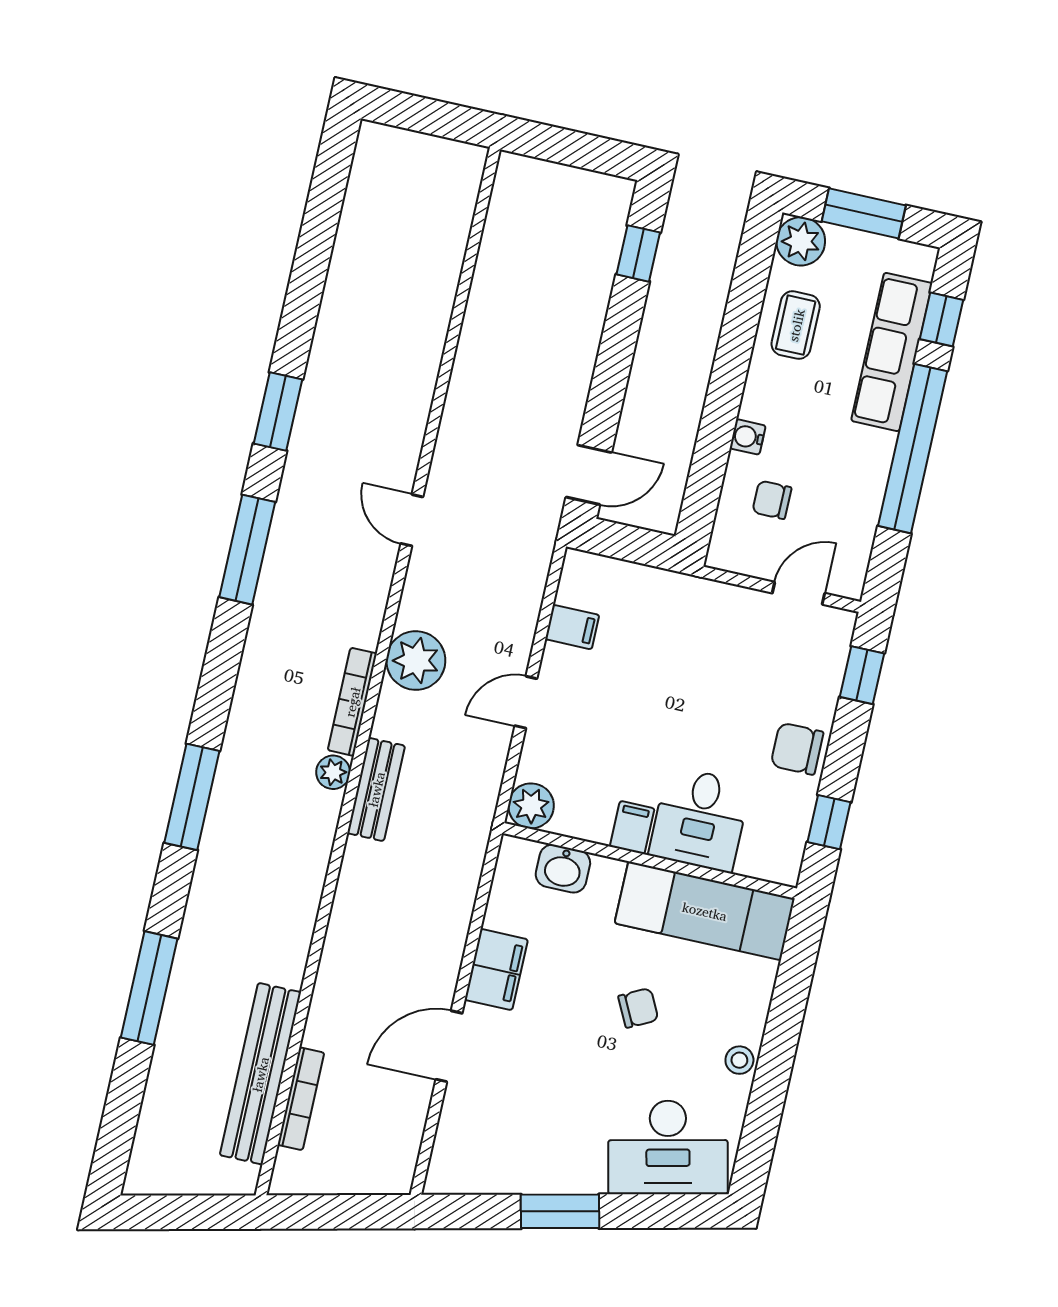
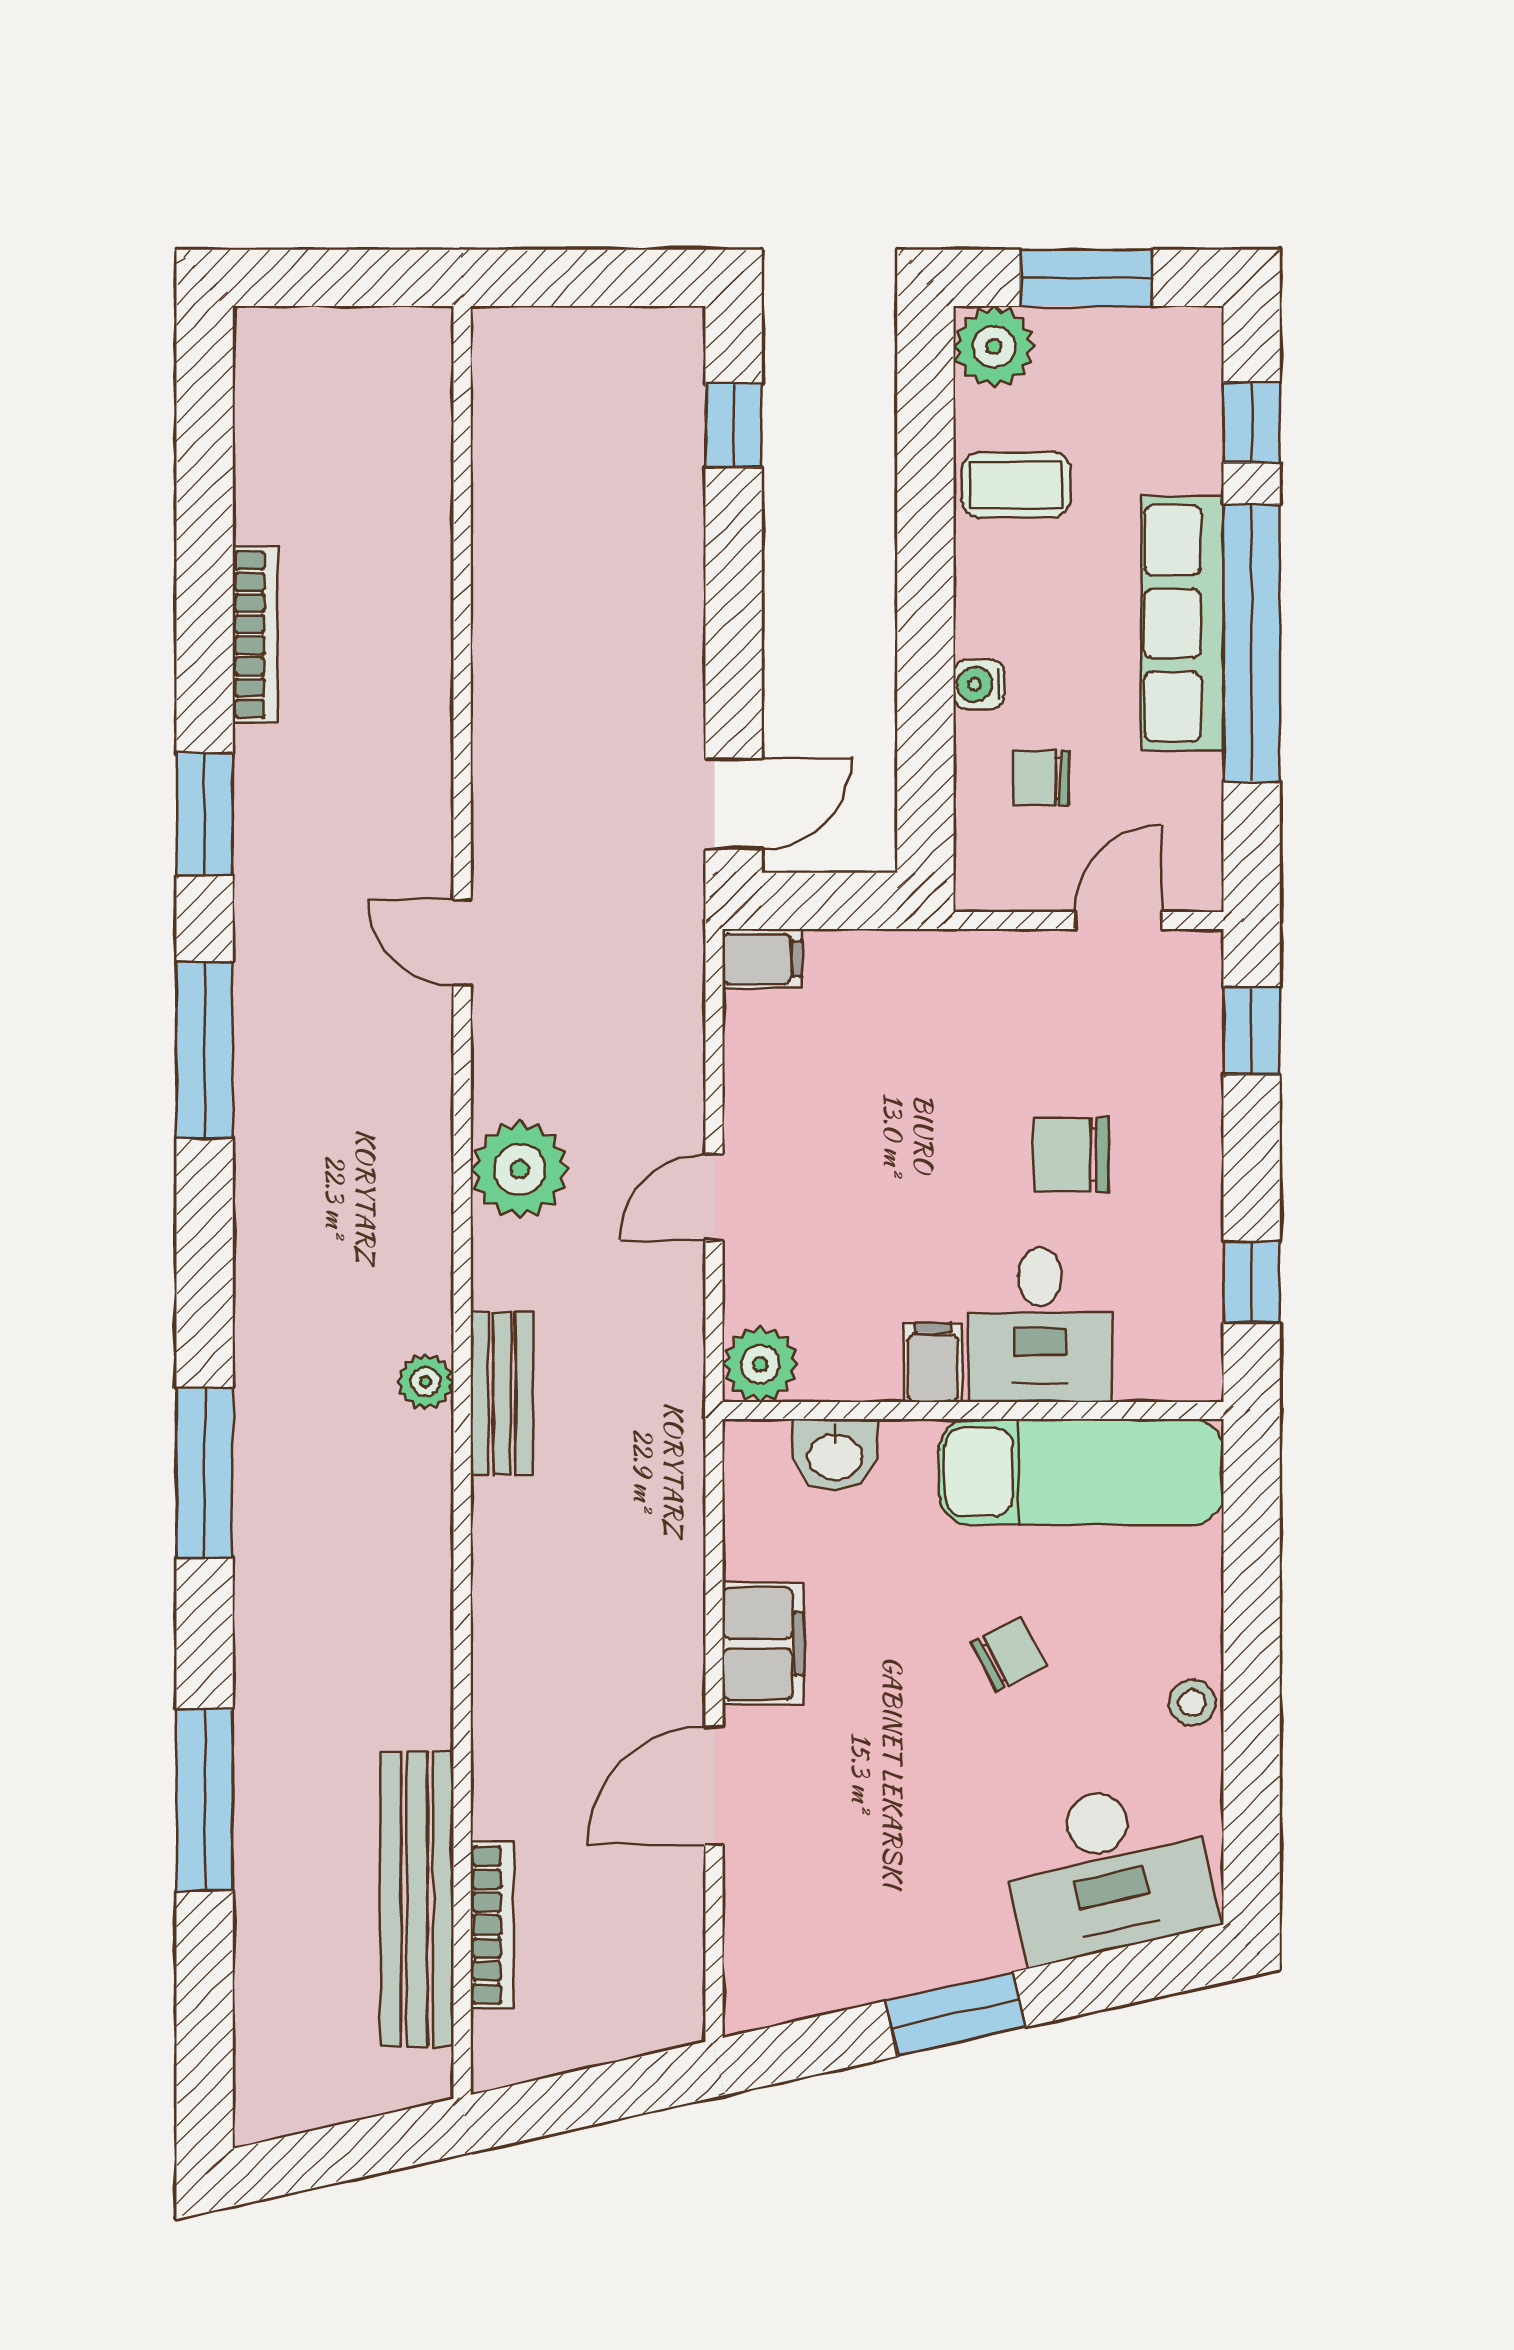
coffee table: (796, 325) -> (1016, 485), turned 90
row of seats: (892, 352) -> (1182, 623), moved
filing cabinet: (572, 627) -> (762, 959), moved
bookcase: (352, 702) -> (255, 635), moved, turned 180
chair: (797, 749) -> (1071, 1155), moved

